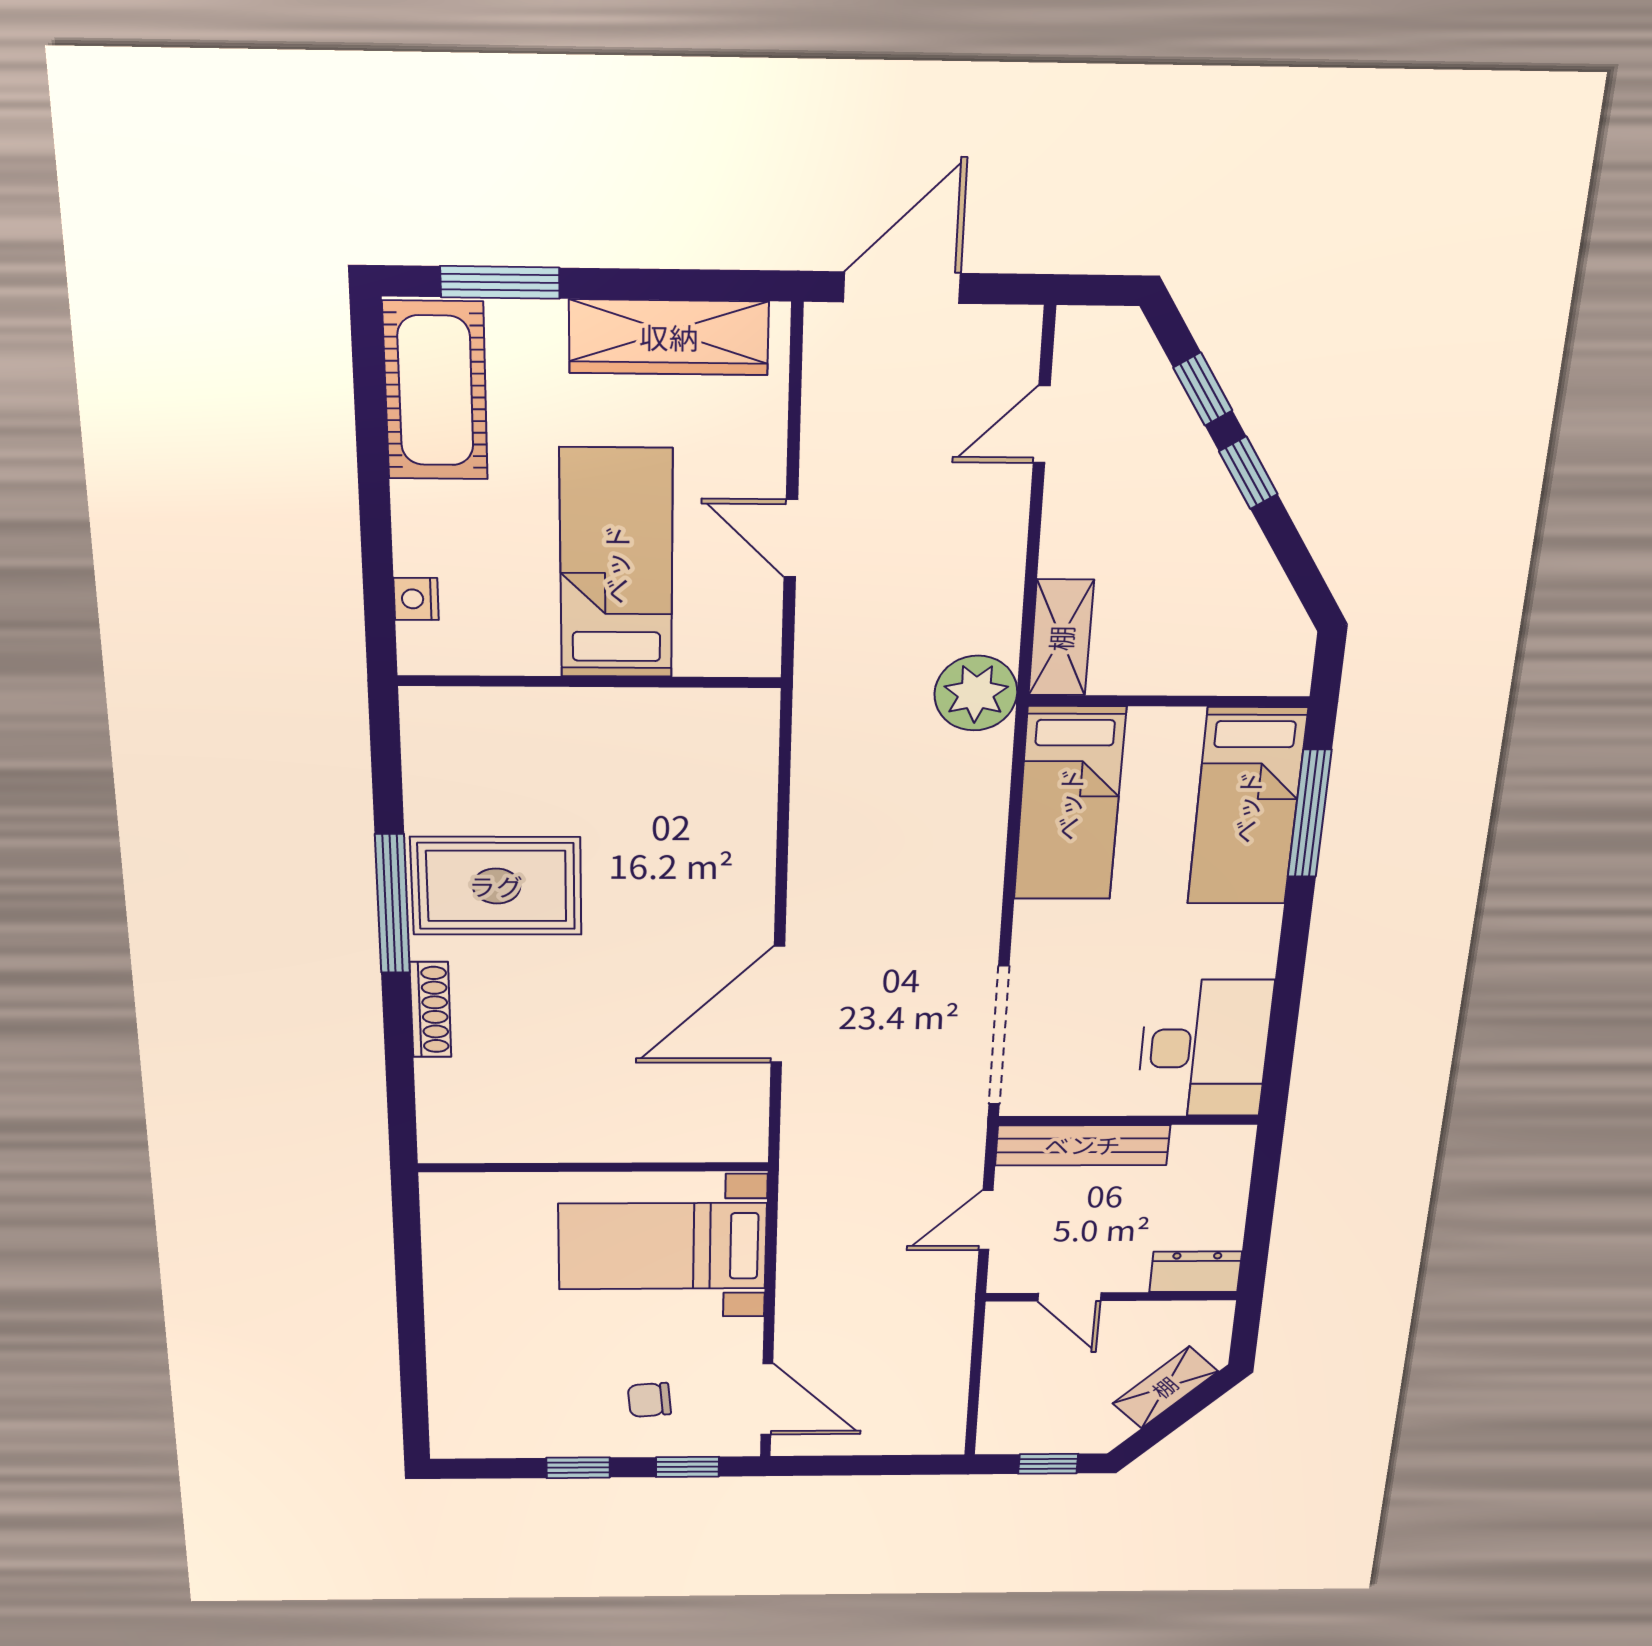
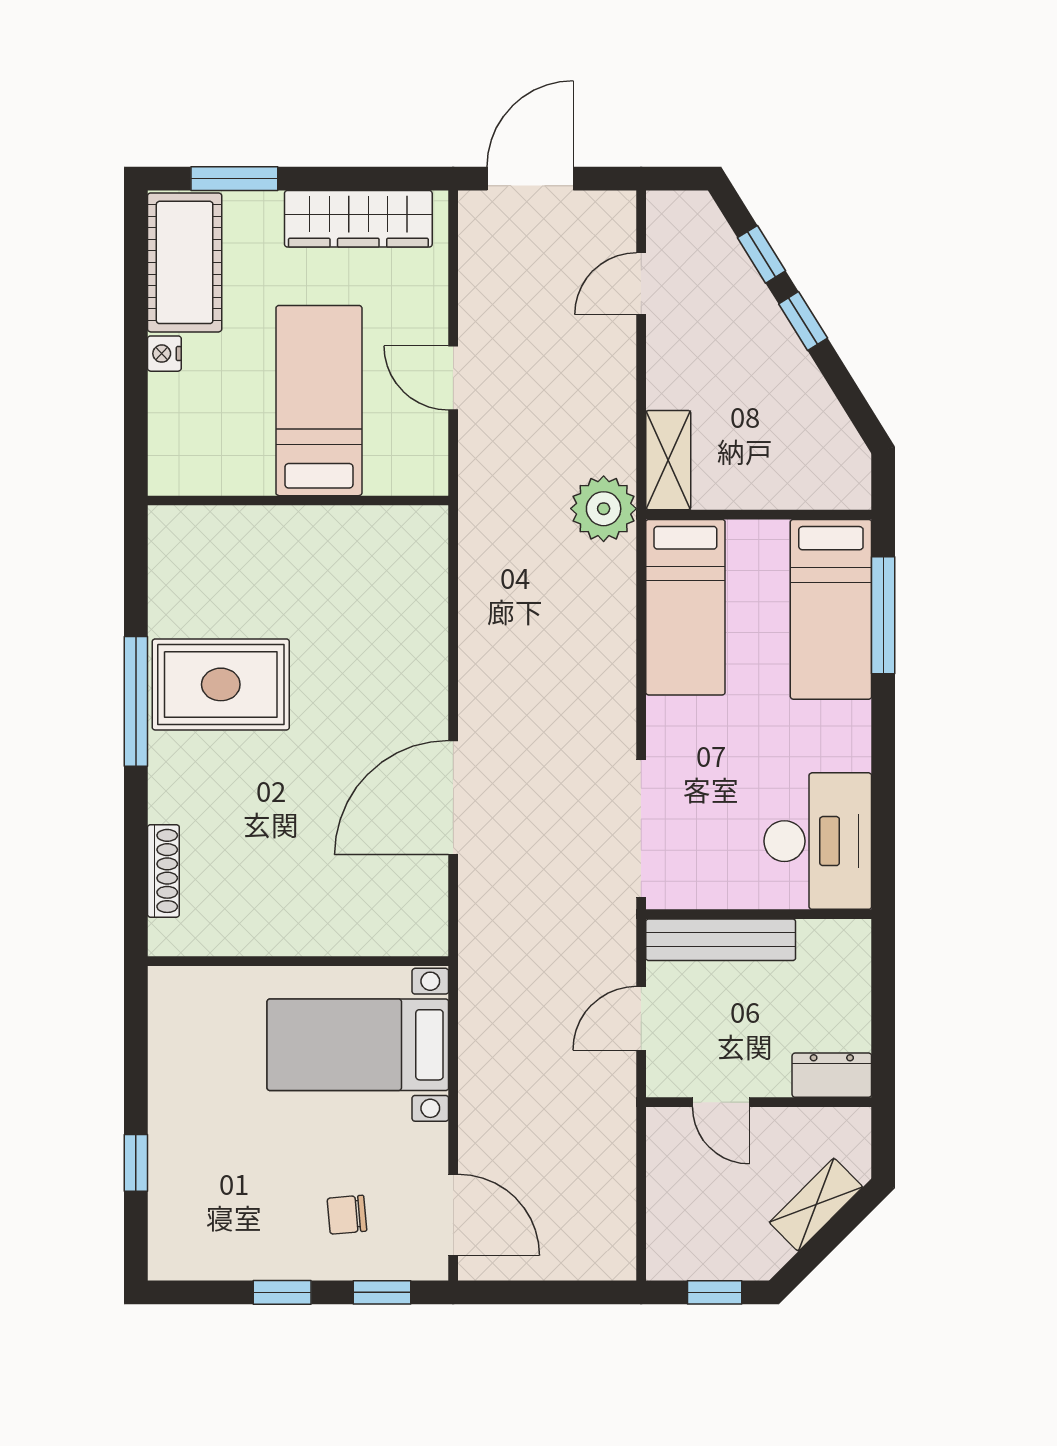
nightstand: (416, 599) -> (164, 354), moved
shoe rack: (430, 1010) -> (163, 871), moved
window: (412, 1355) -> (136, 1163), added

